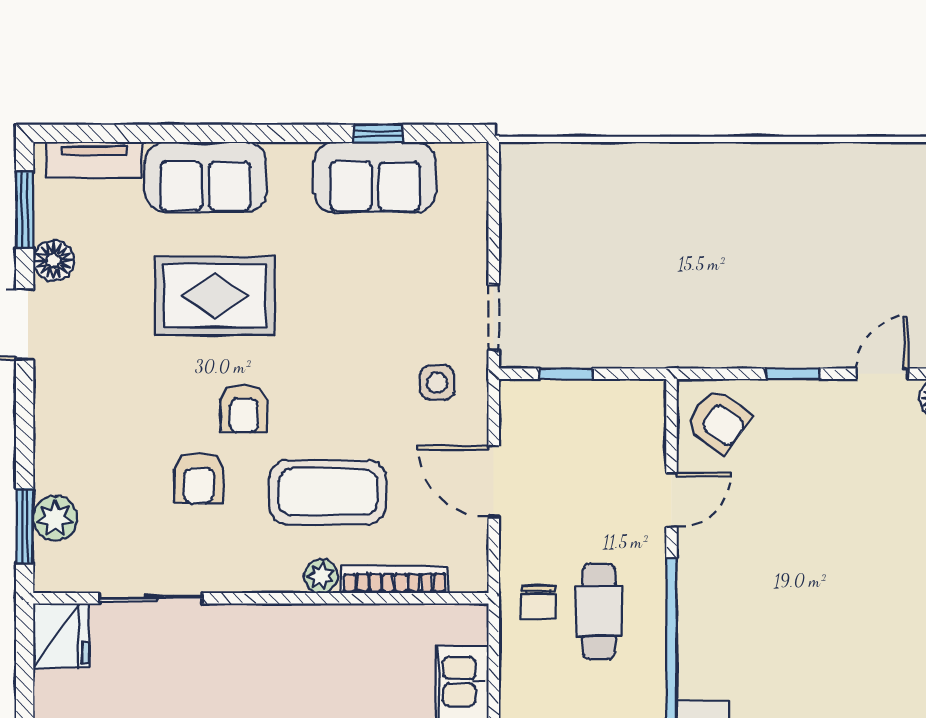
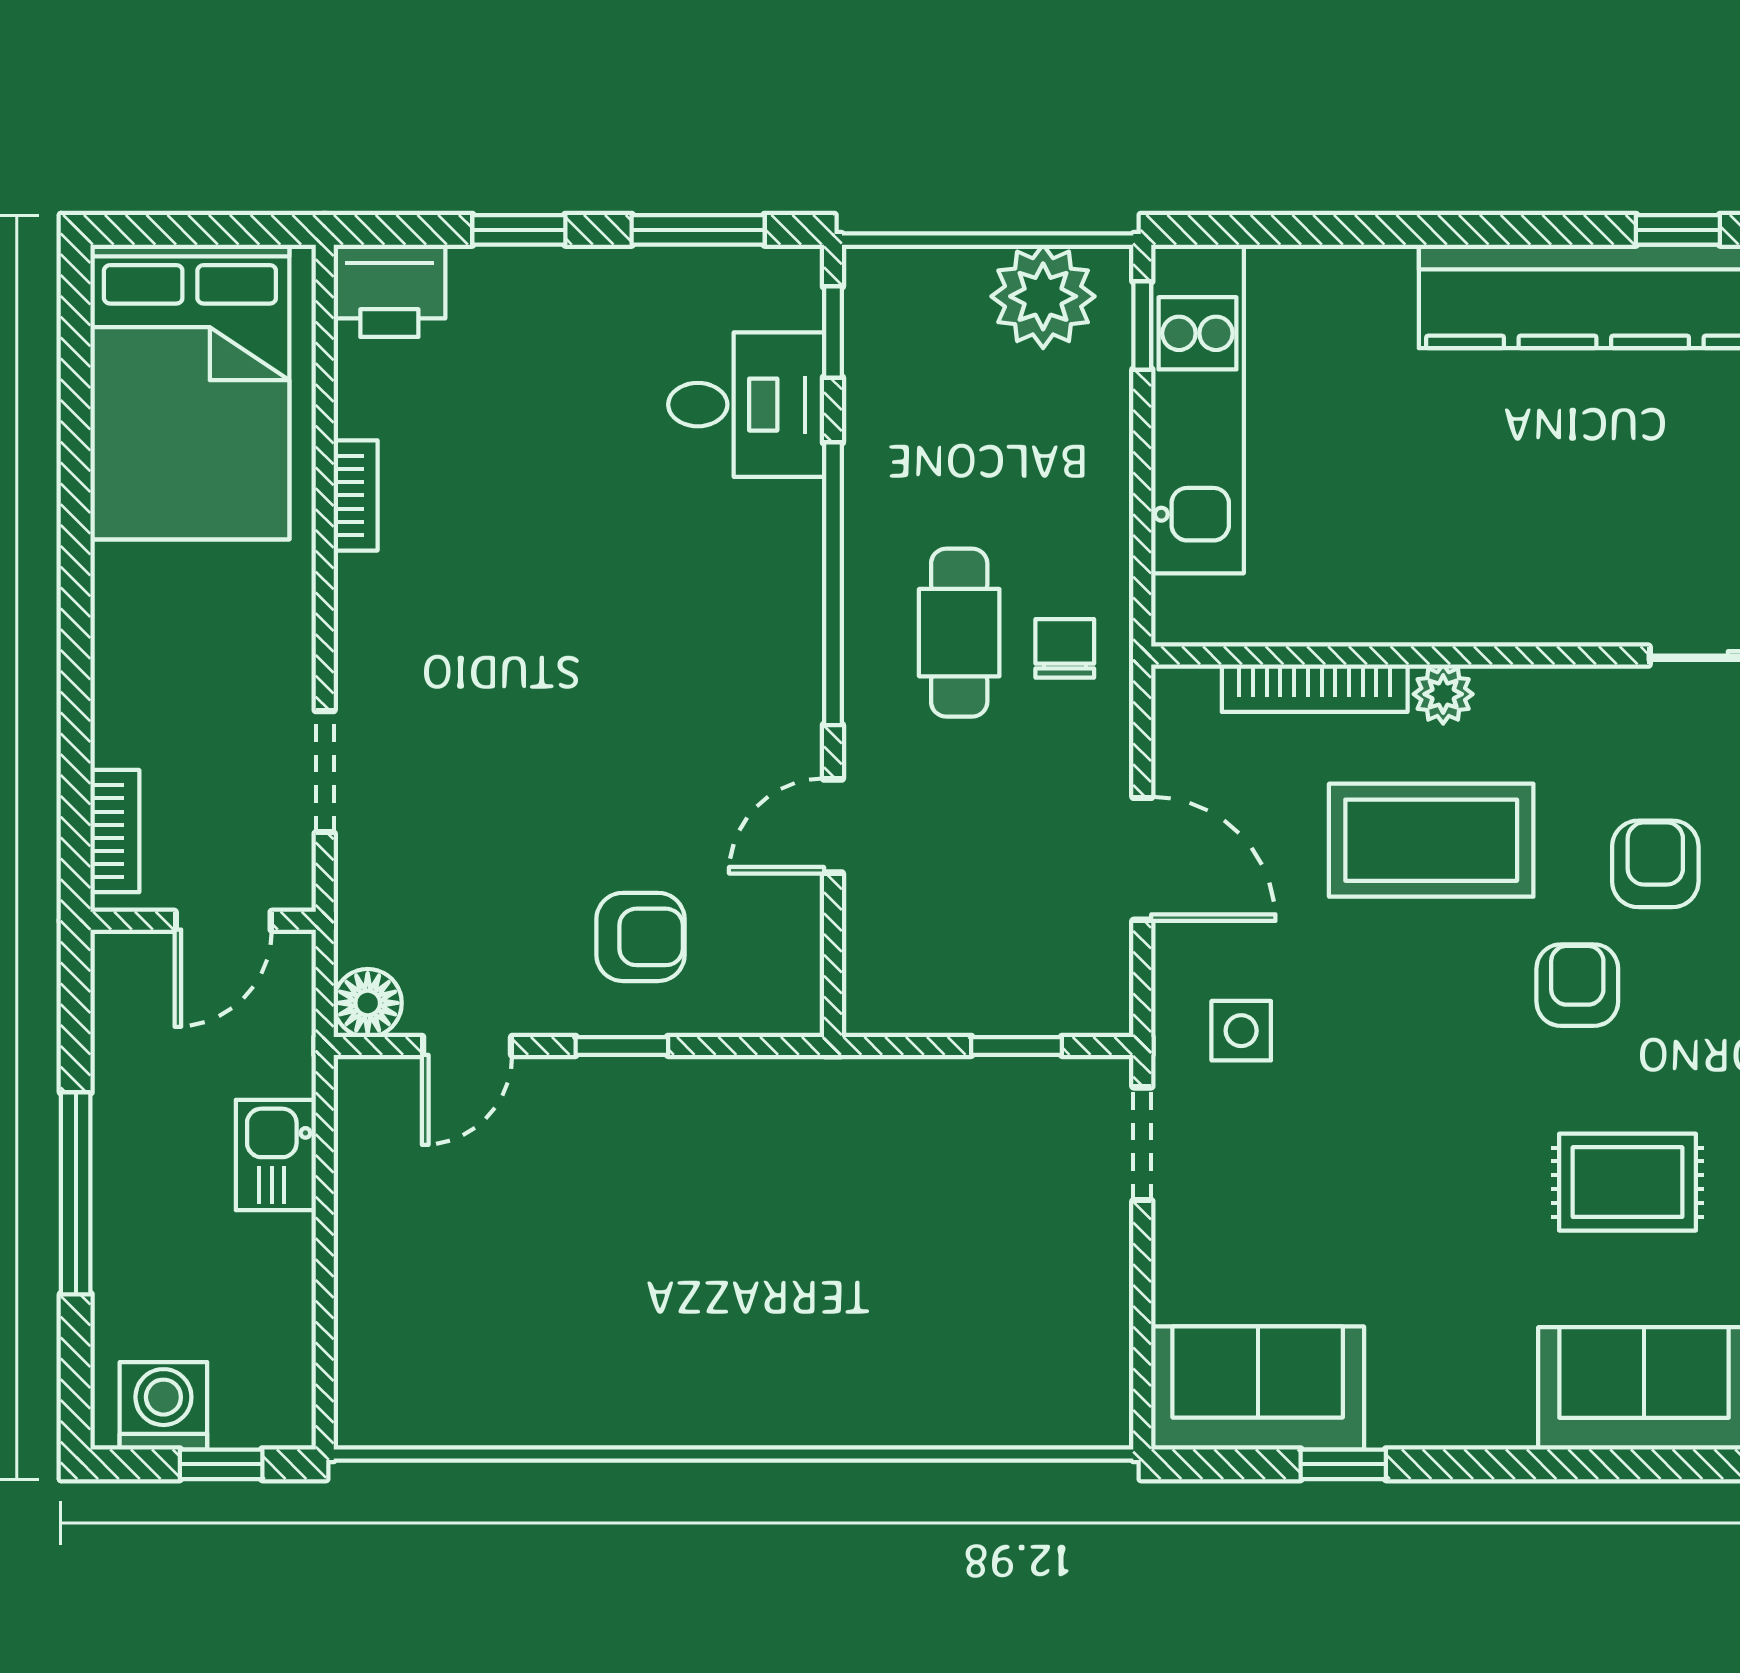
sofa: (375, 177) -> (1258, 1388), moved
rug: (215, 296) -> (1627, 1182), width x0.73, depth x0.70
armchair: (718, 421) -> (640, 937), moved, turned 142

